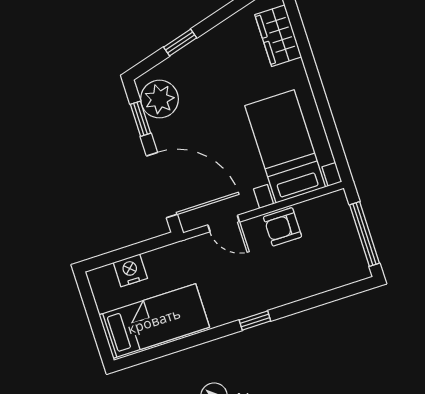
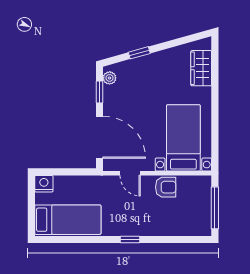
plant: (159, 99) -> (110, 78), width x0.53, depth x0.53
armchair: (283, 227) -> (166, 187), turned 180
nightstand: (130, 270) -> (44, 184), moved

